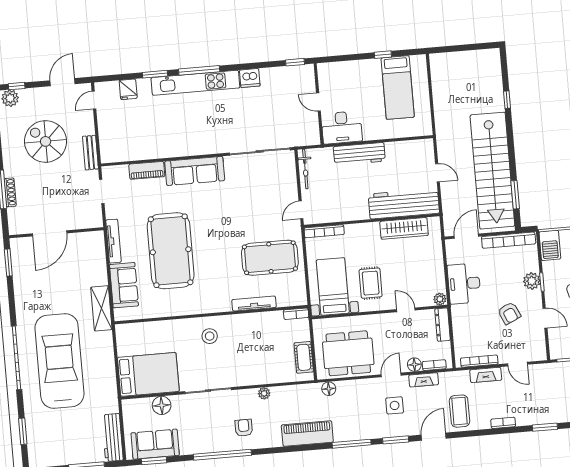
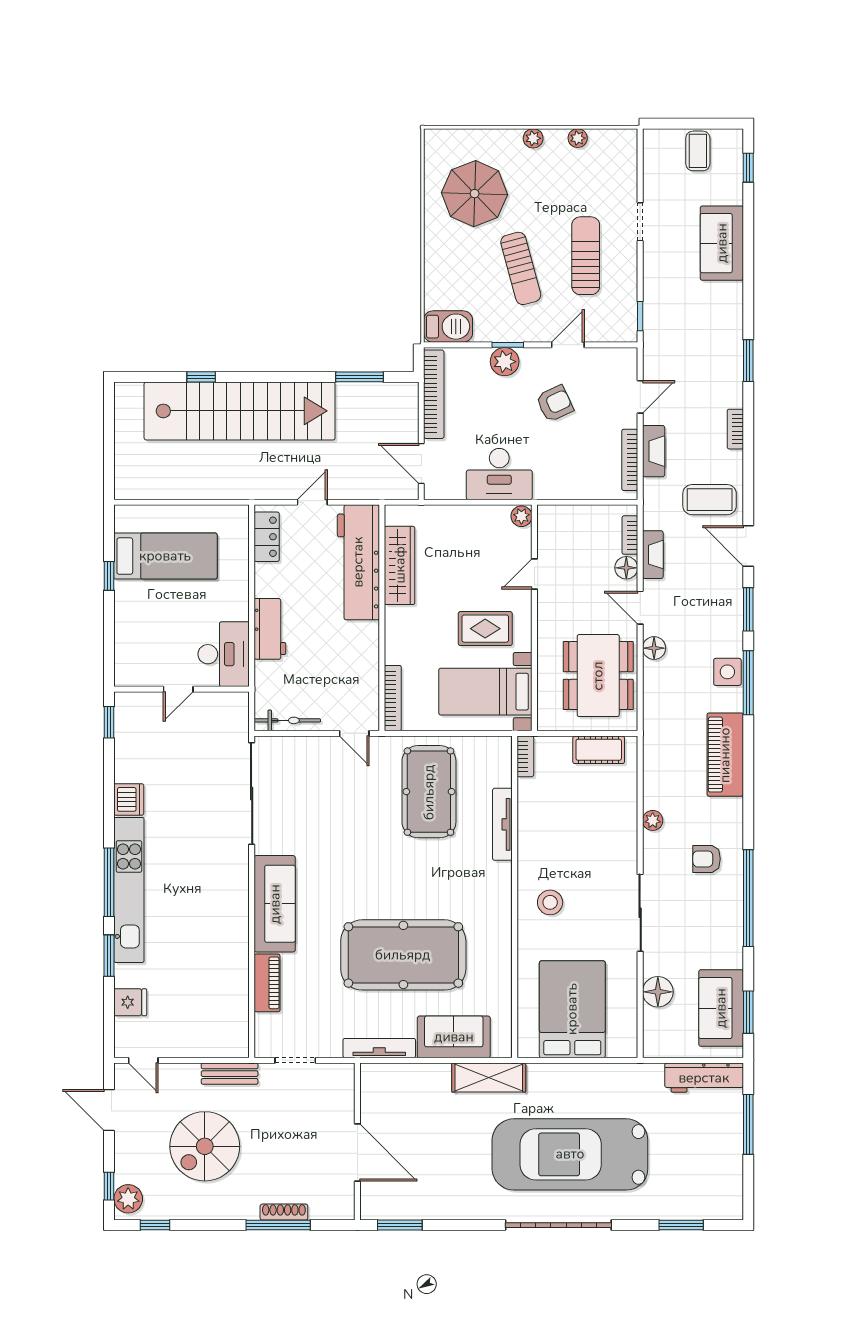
locker: (414, 147) -> (267, 537), added
workbench: (359, 154) -> (270, 629), width x0.73
stairs: (492, 171) -> (240, 411), moved
dresser: (443, 325) -> (564, 515), removed
bed: (148, 374) -> (572, 1009), moved
floor lamp: (329, 389) -> (654, 648), moved
side table: (395, 405) -> (727, 672), moved

